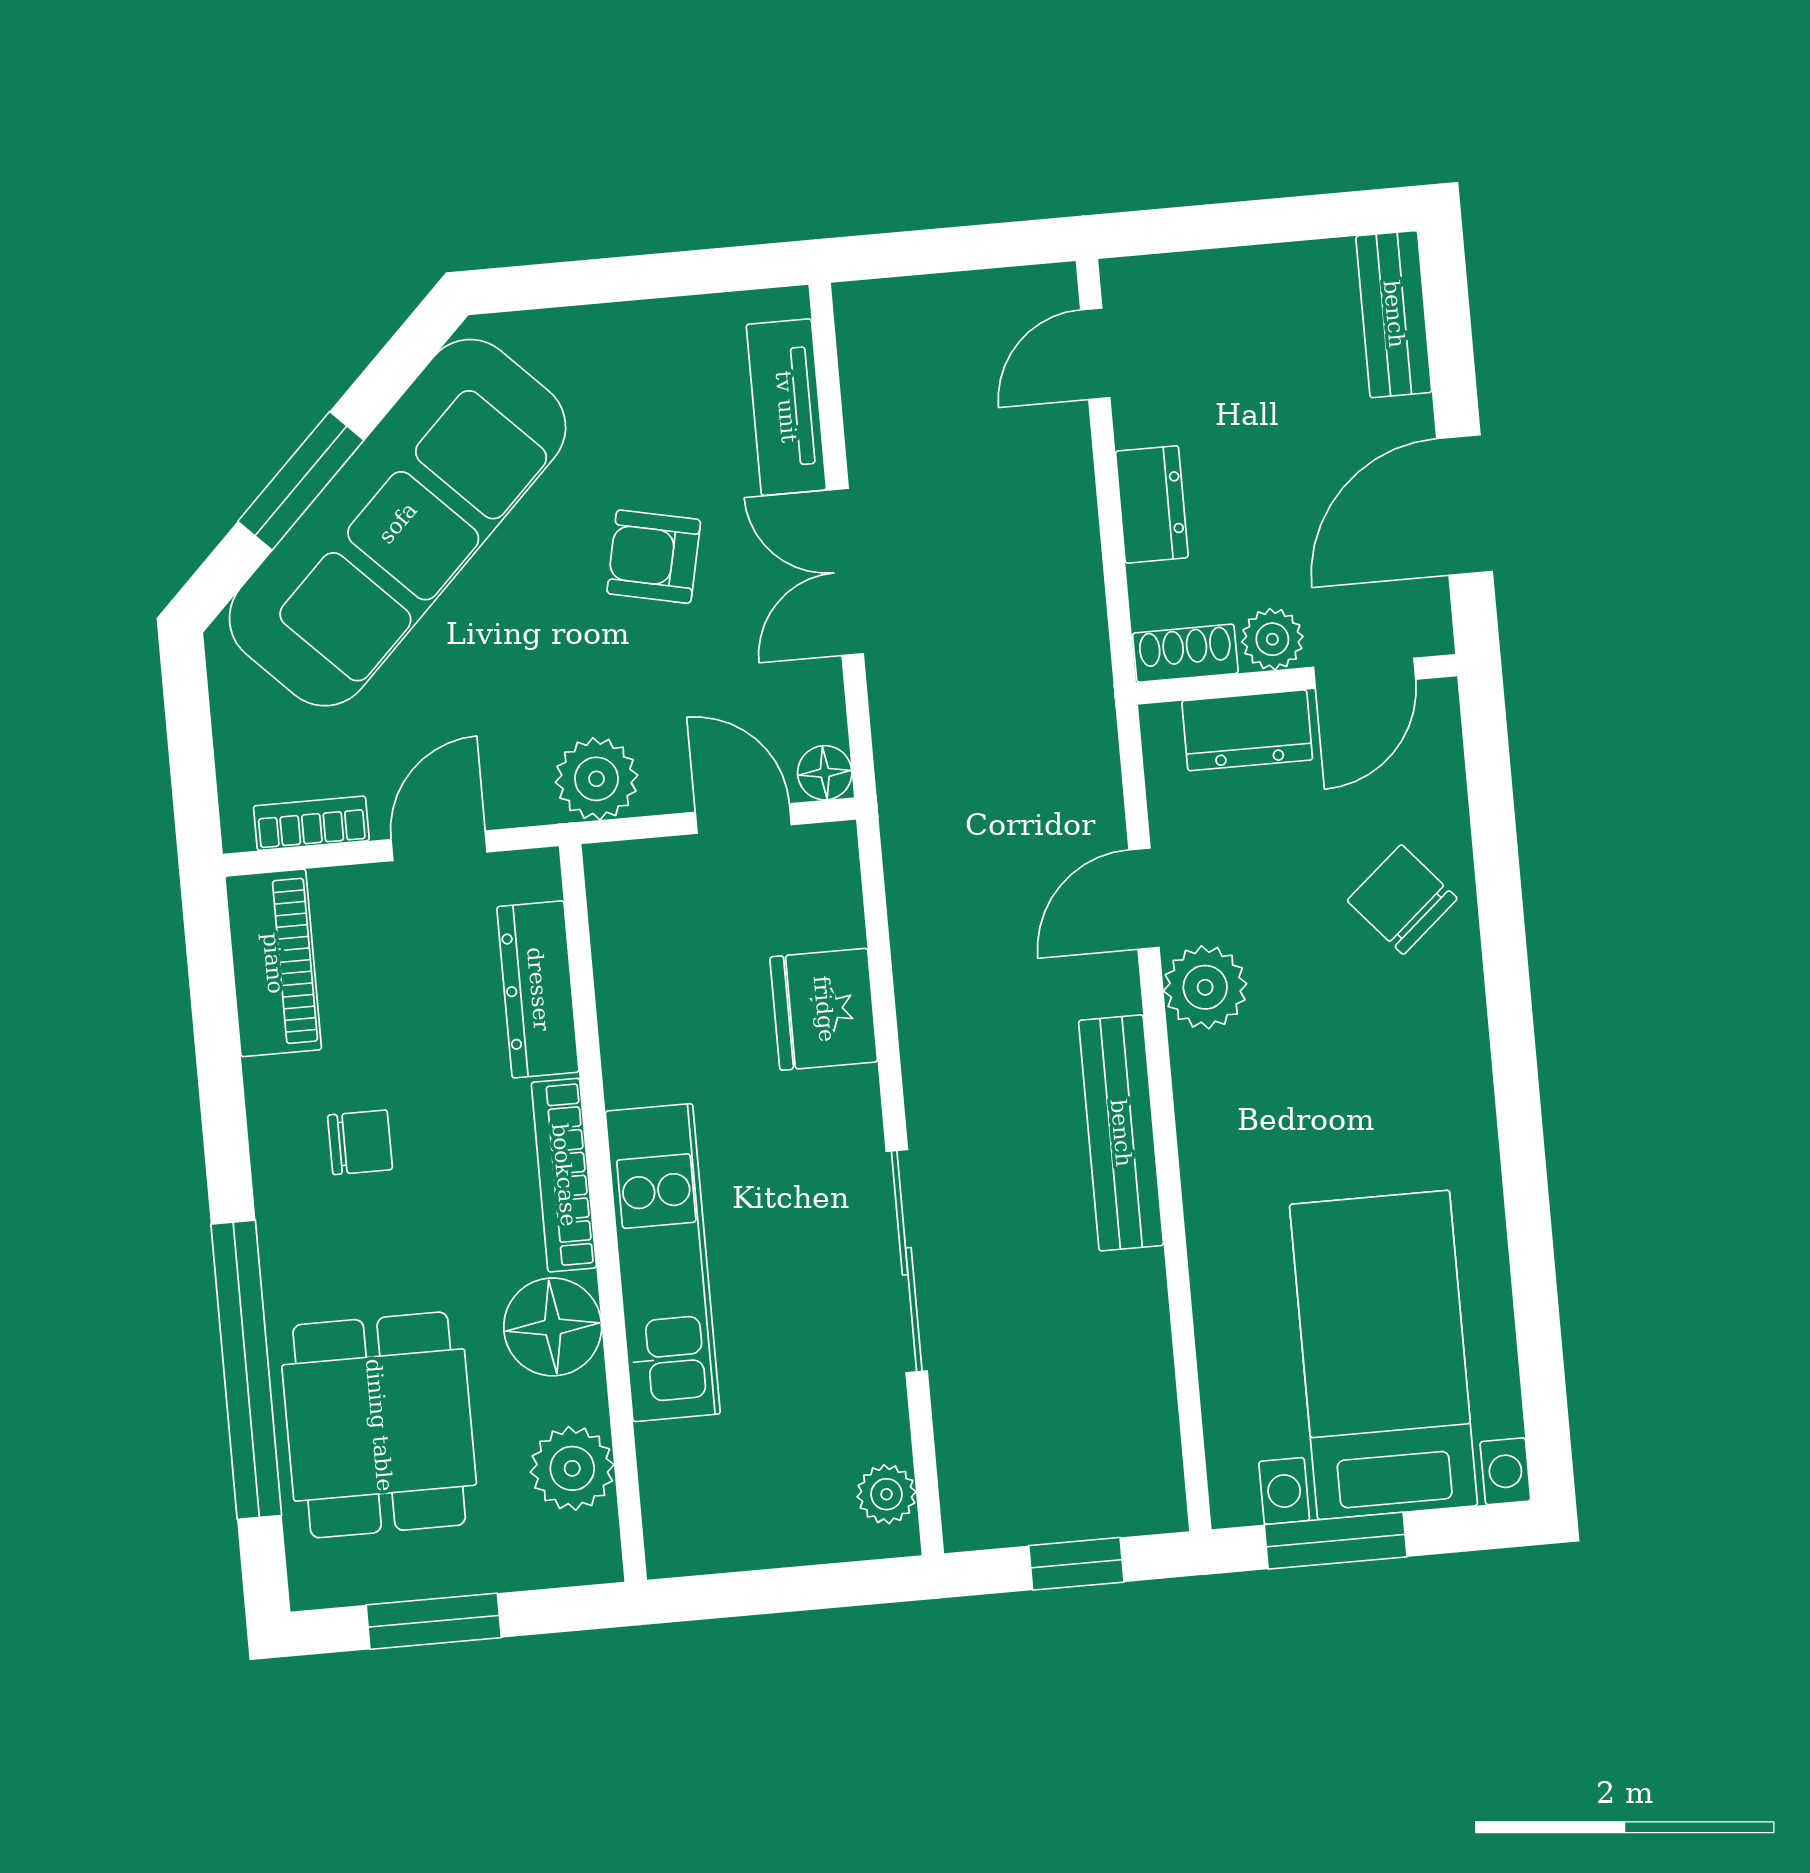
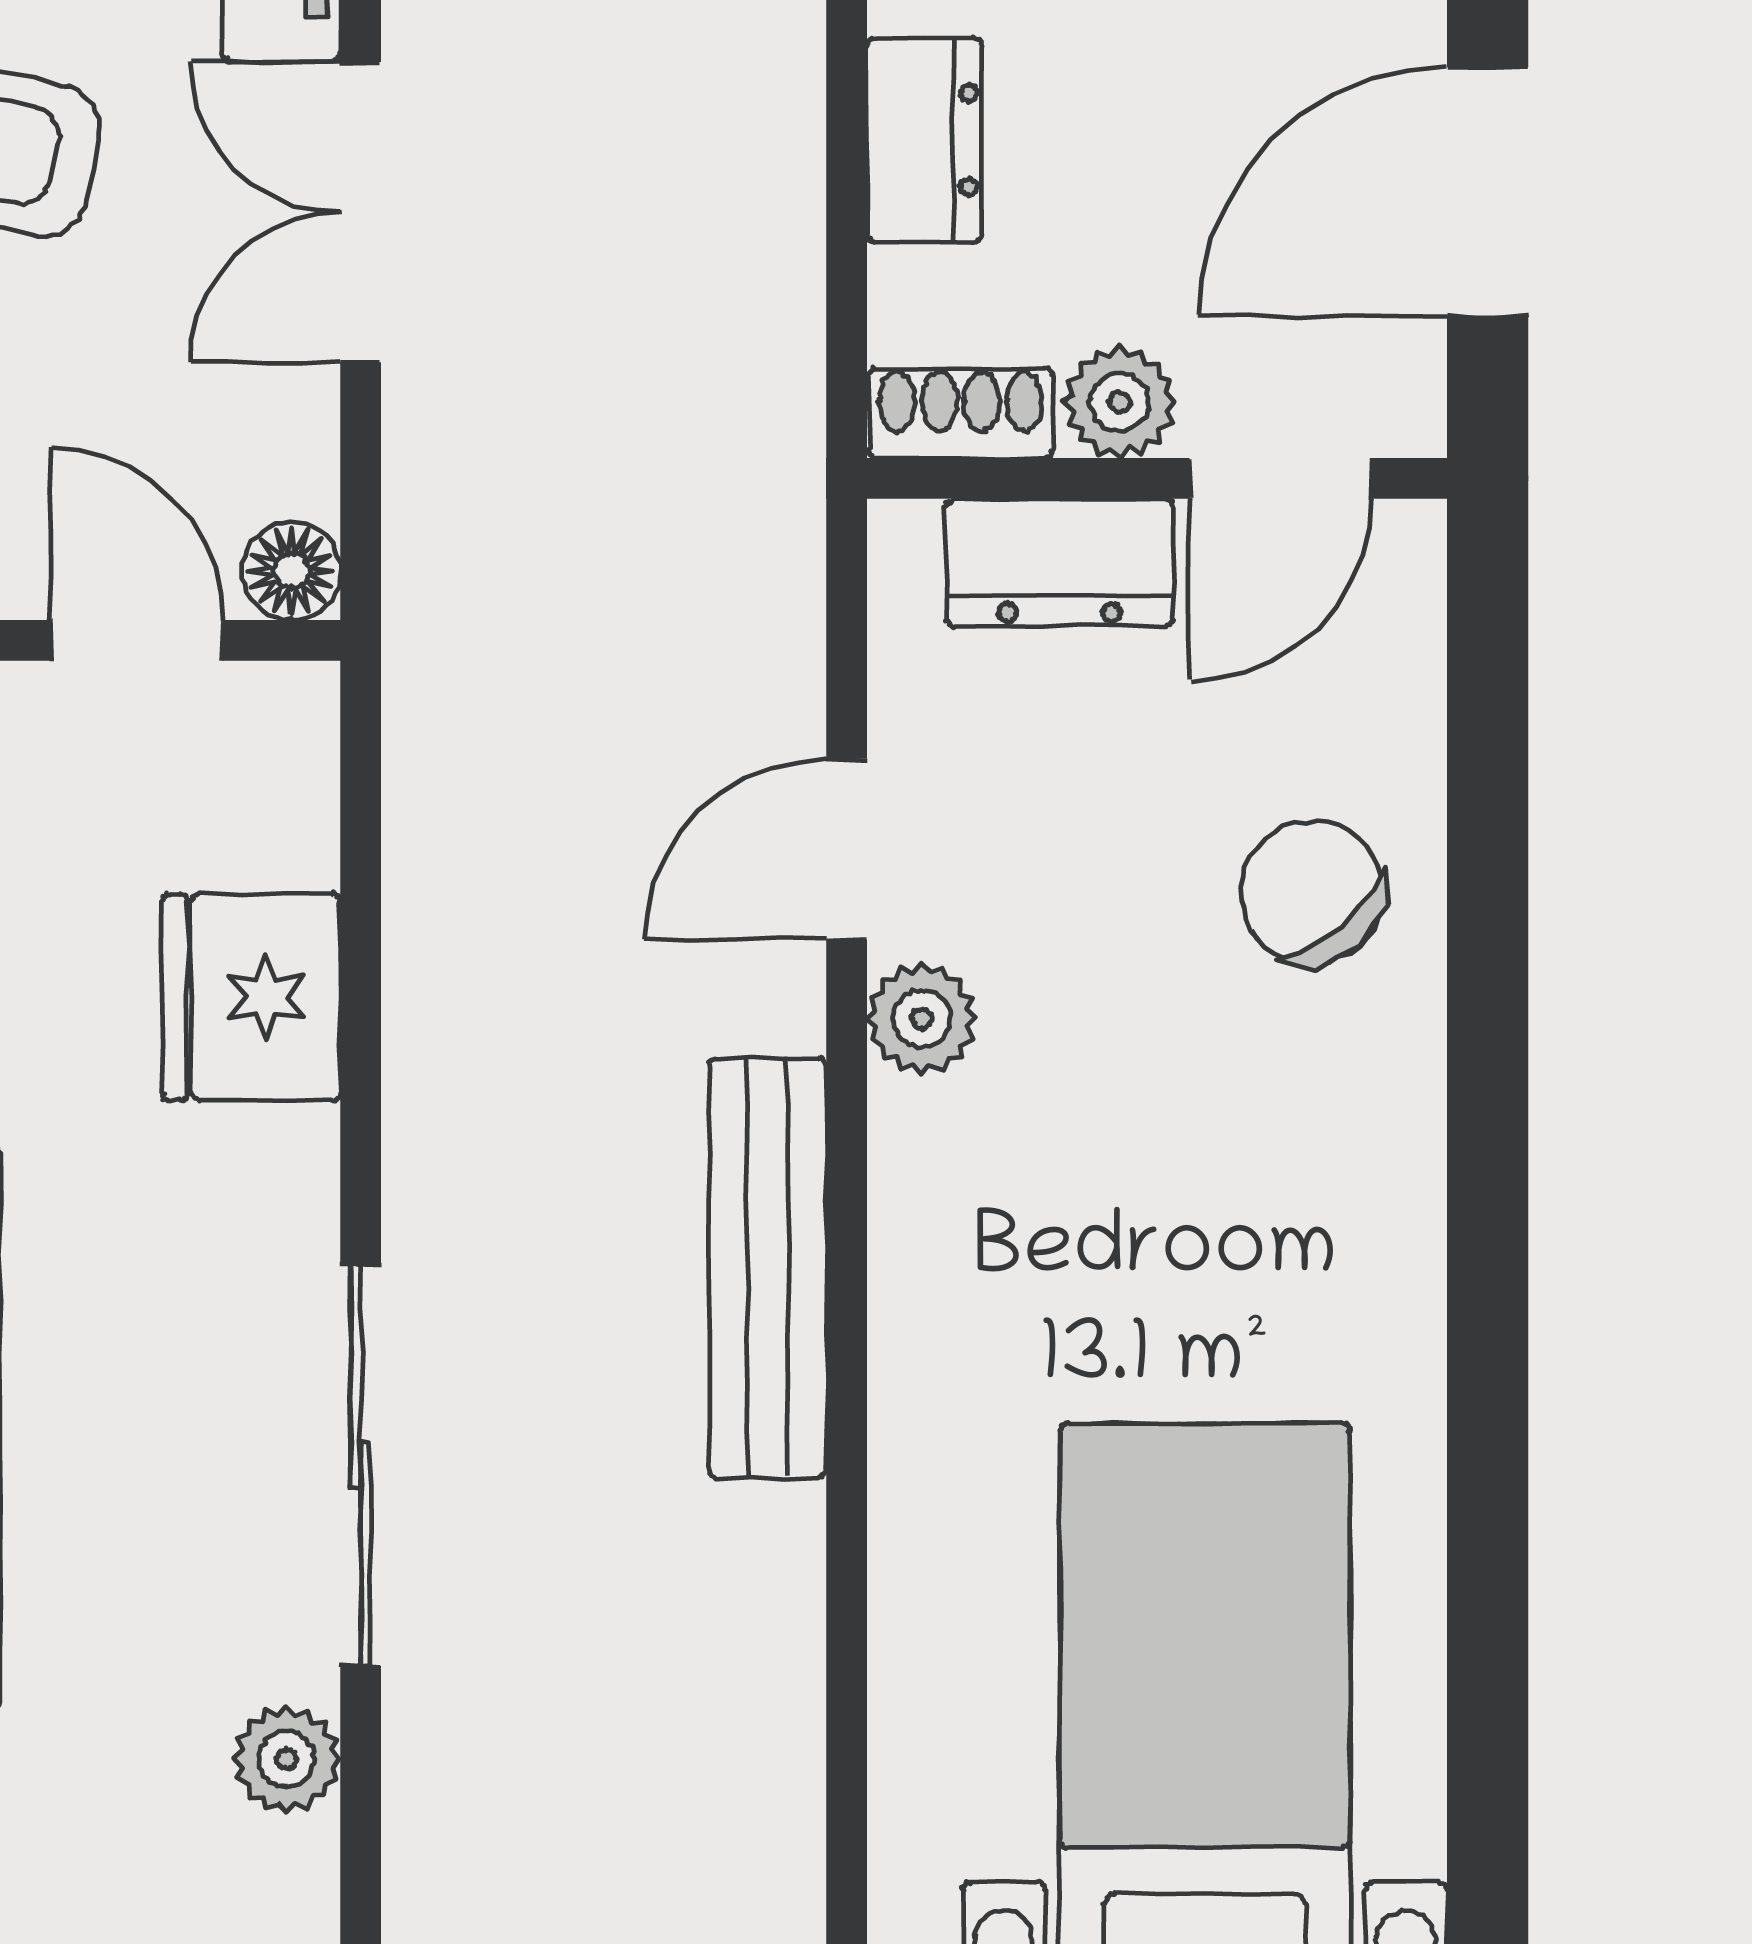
plant: (1205, 987) -> (922, 1019), width x0.73, depth x0.73
plant: (887, 1494) -> (287, 1759), moved

